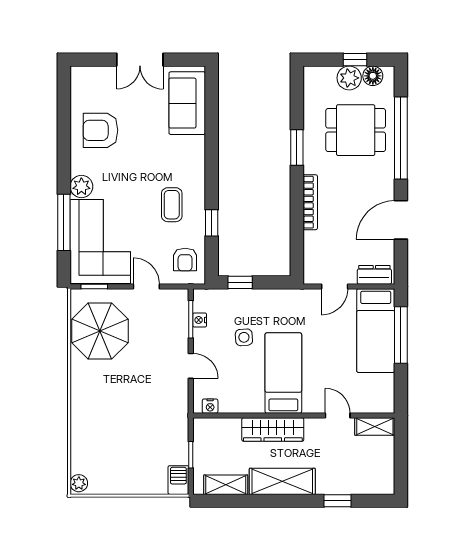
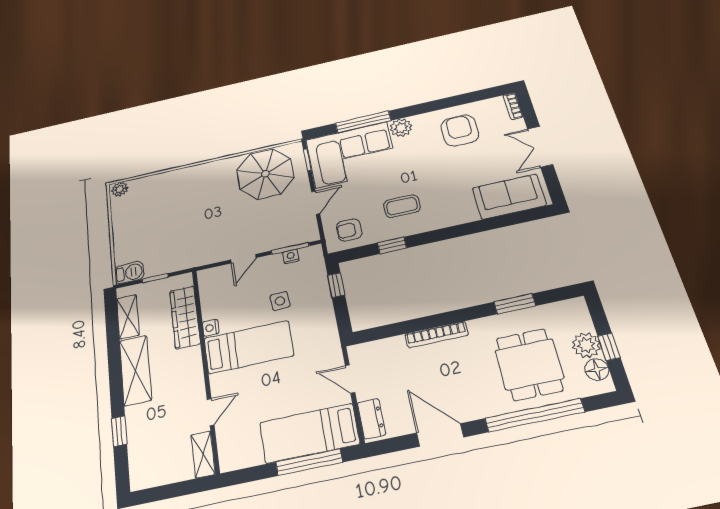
bookcase: (86, 72) -> (513, 106), added
window: (297, 147) -> (515, 304), moved
nightstand: (210, 406) -> (211, 328), moved
wardrobe: (273, 429) -> (185, 317), moved

